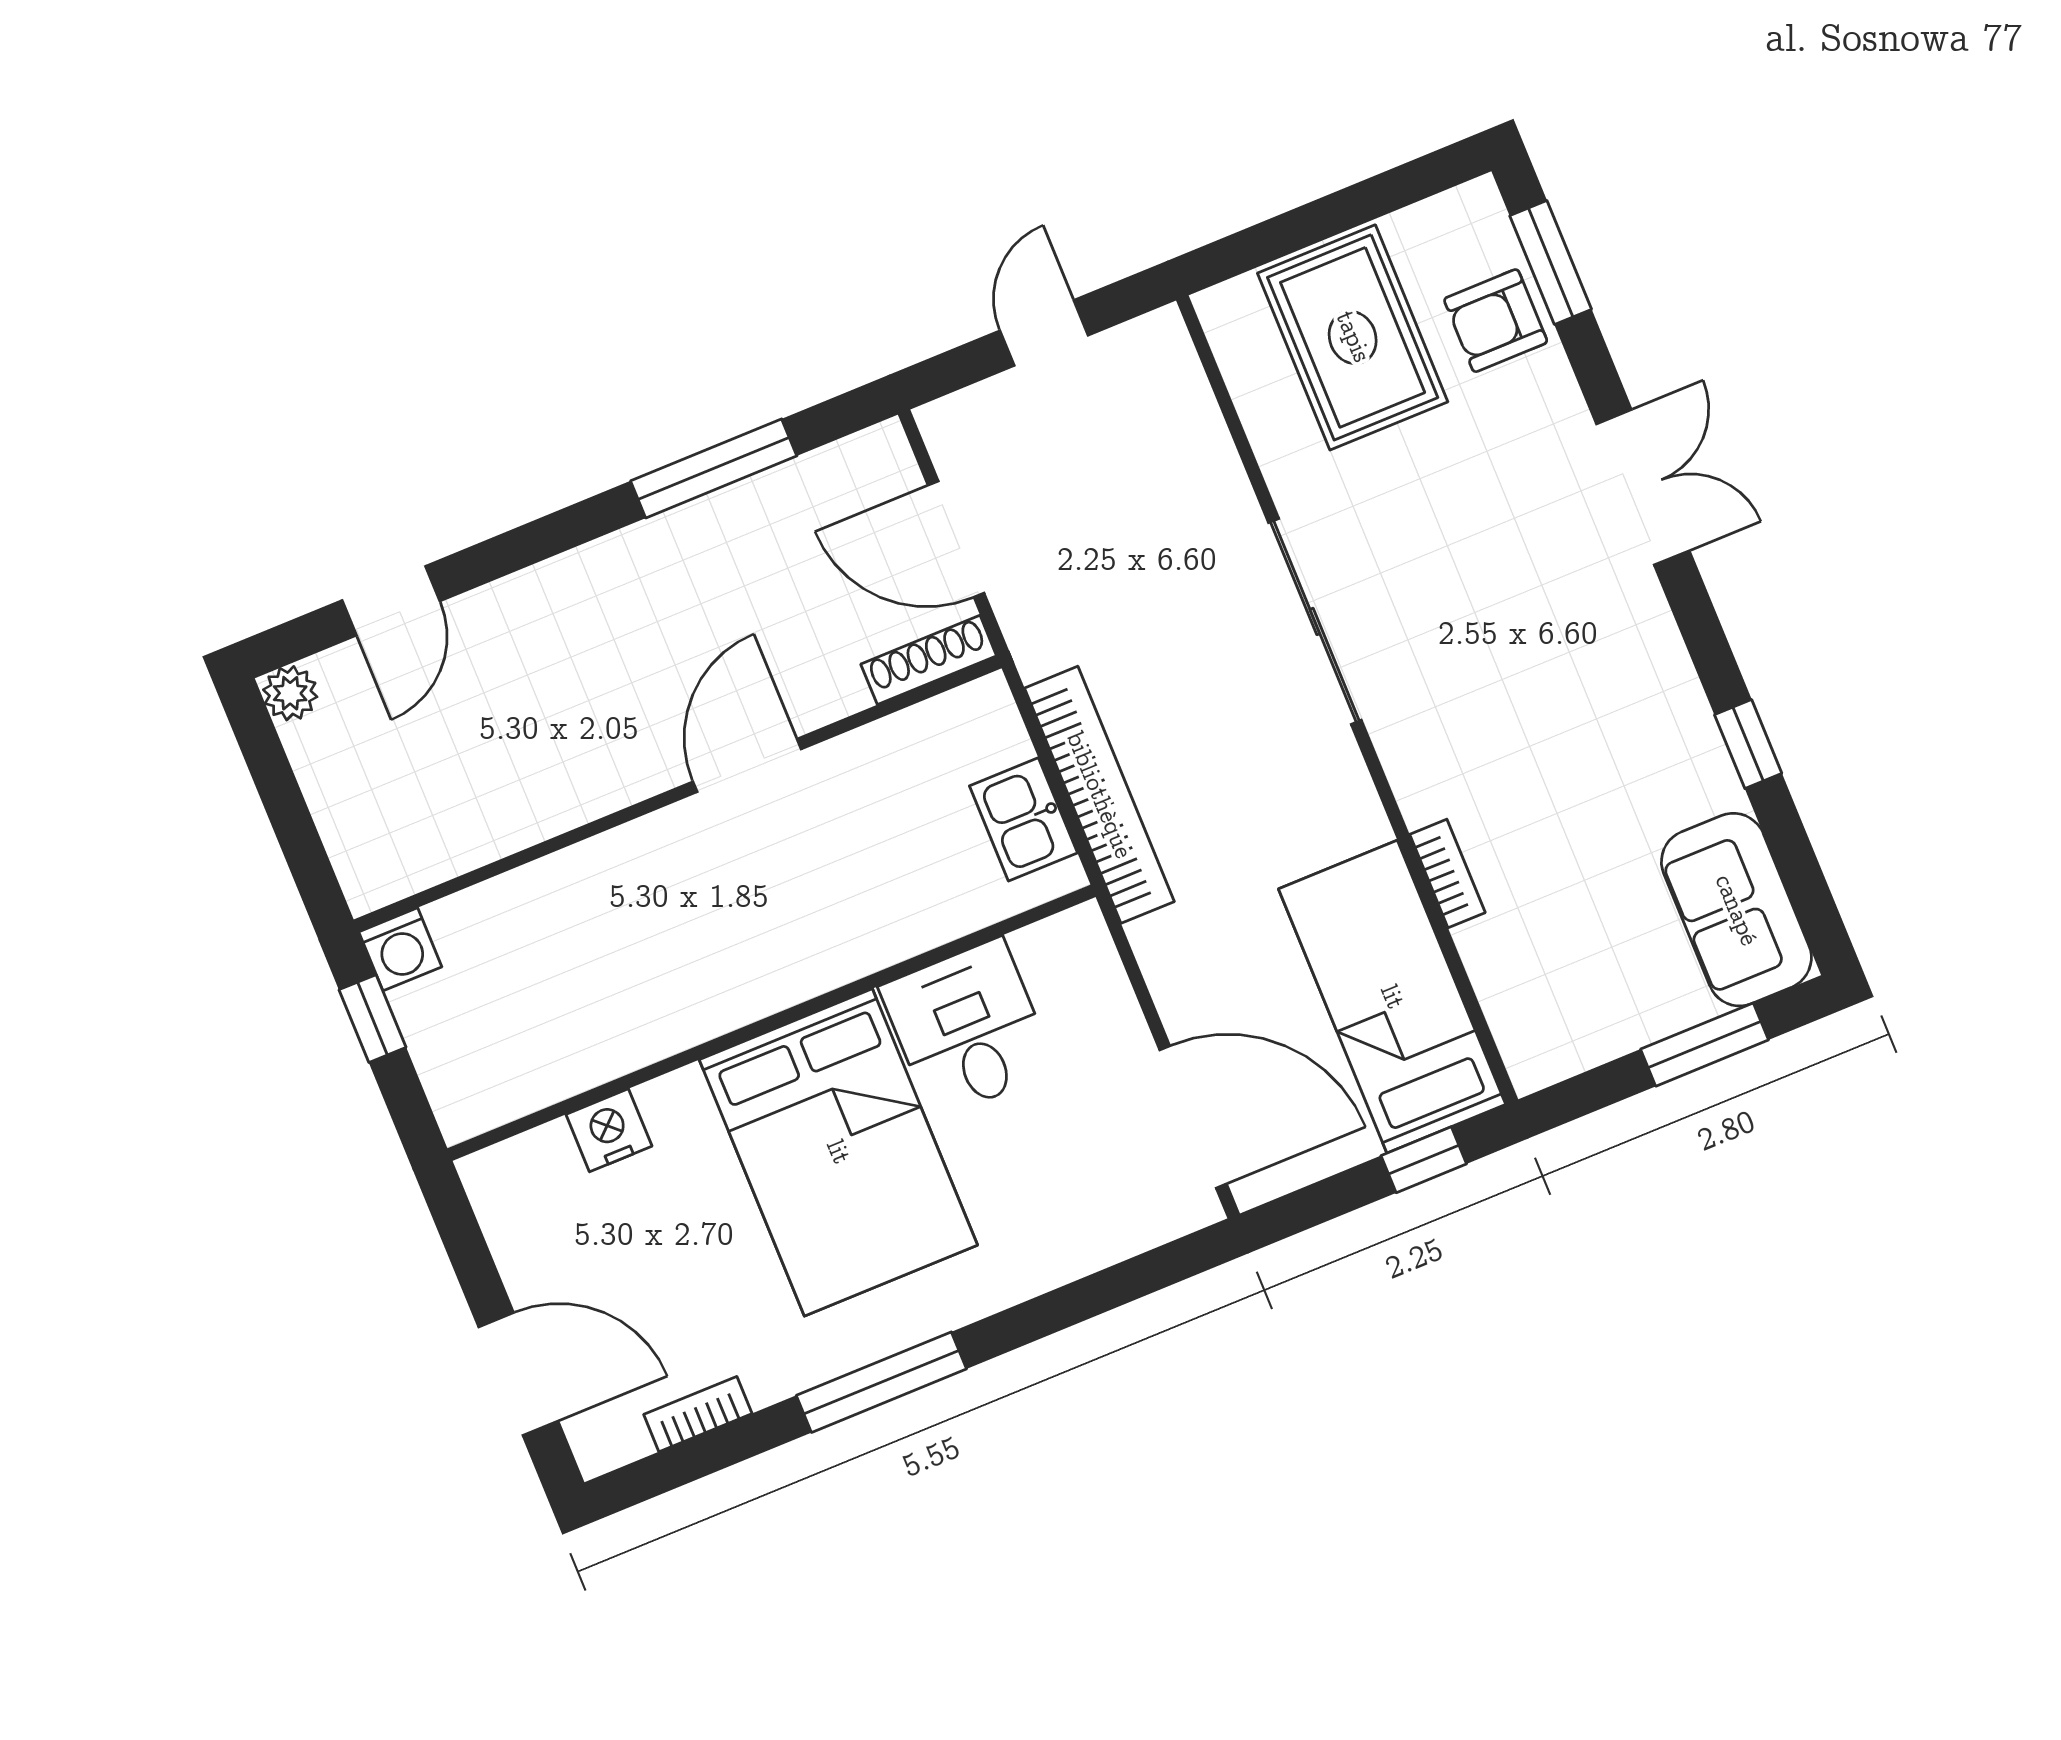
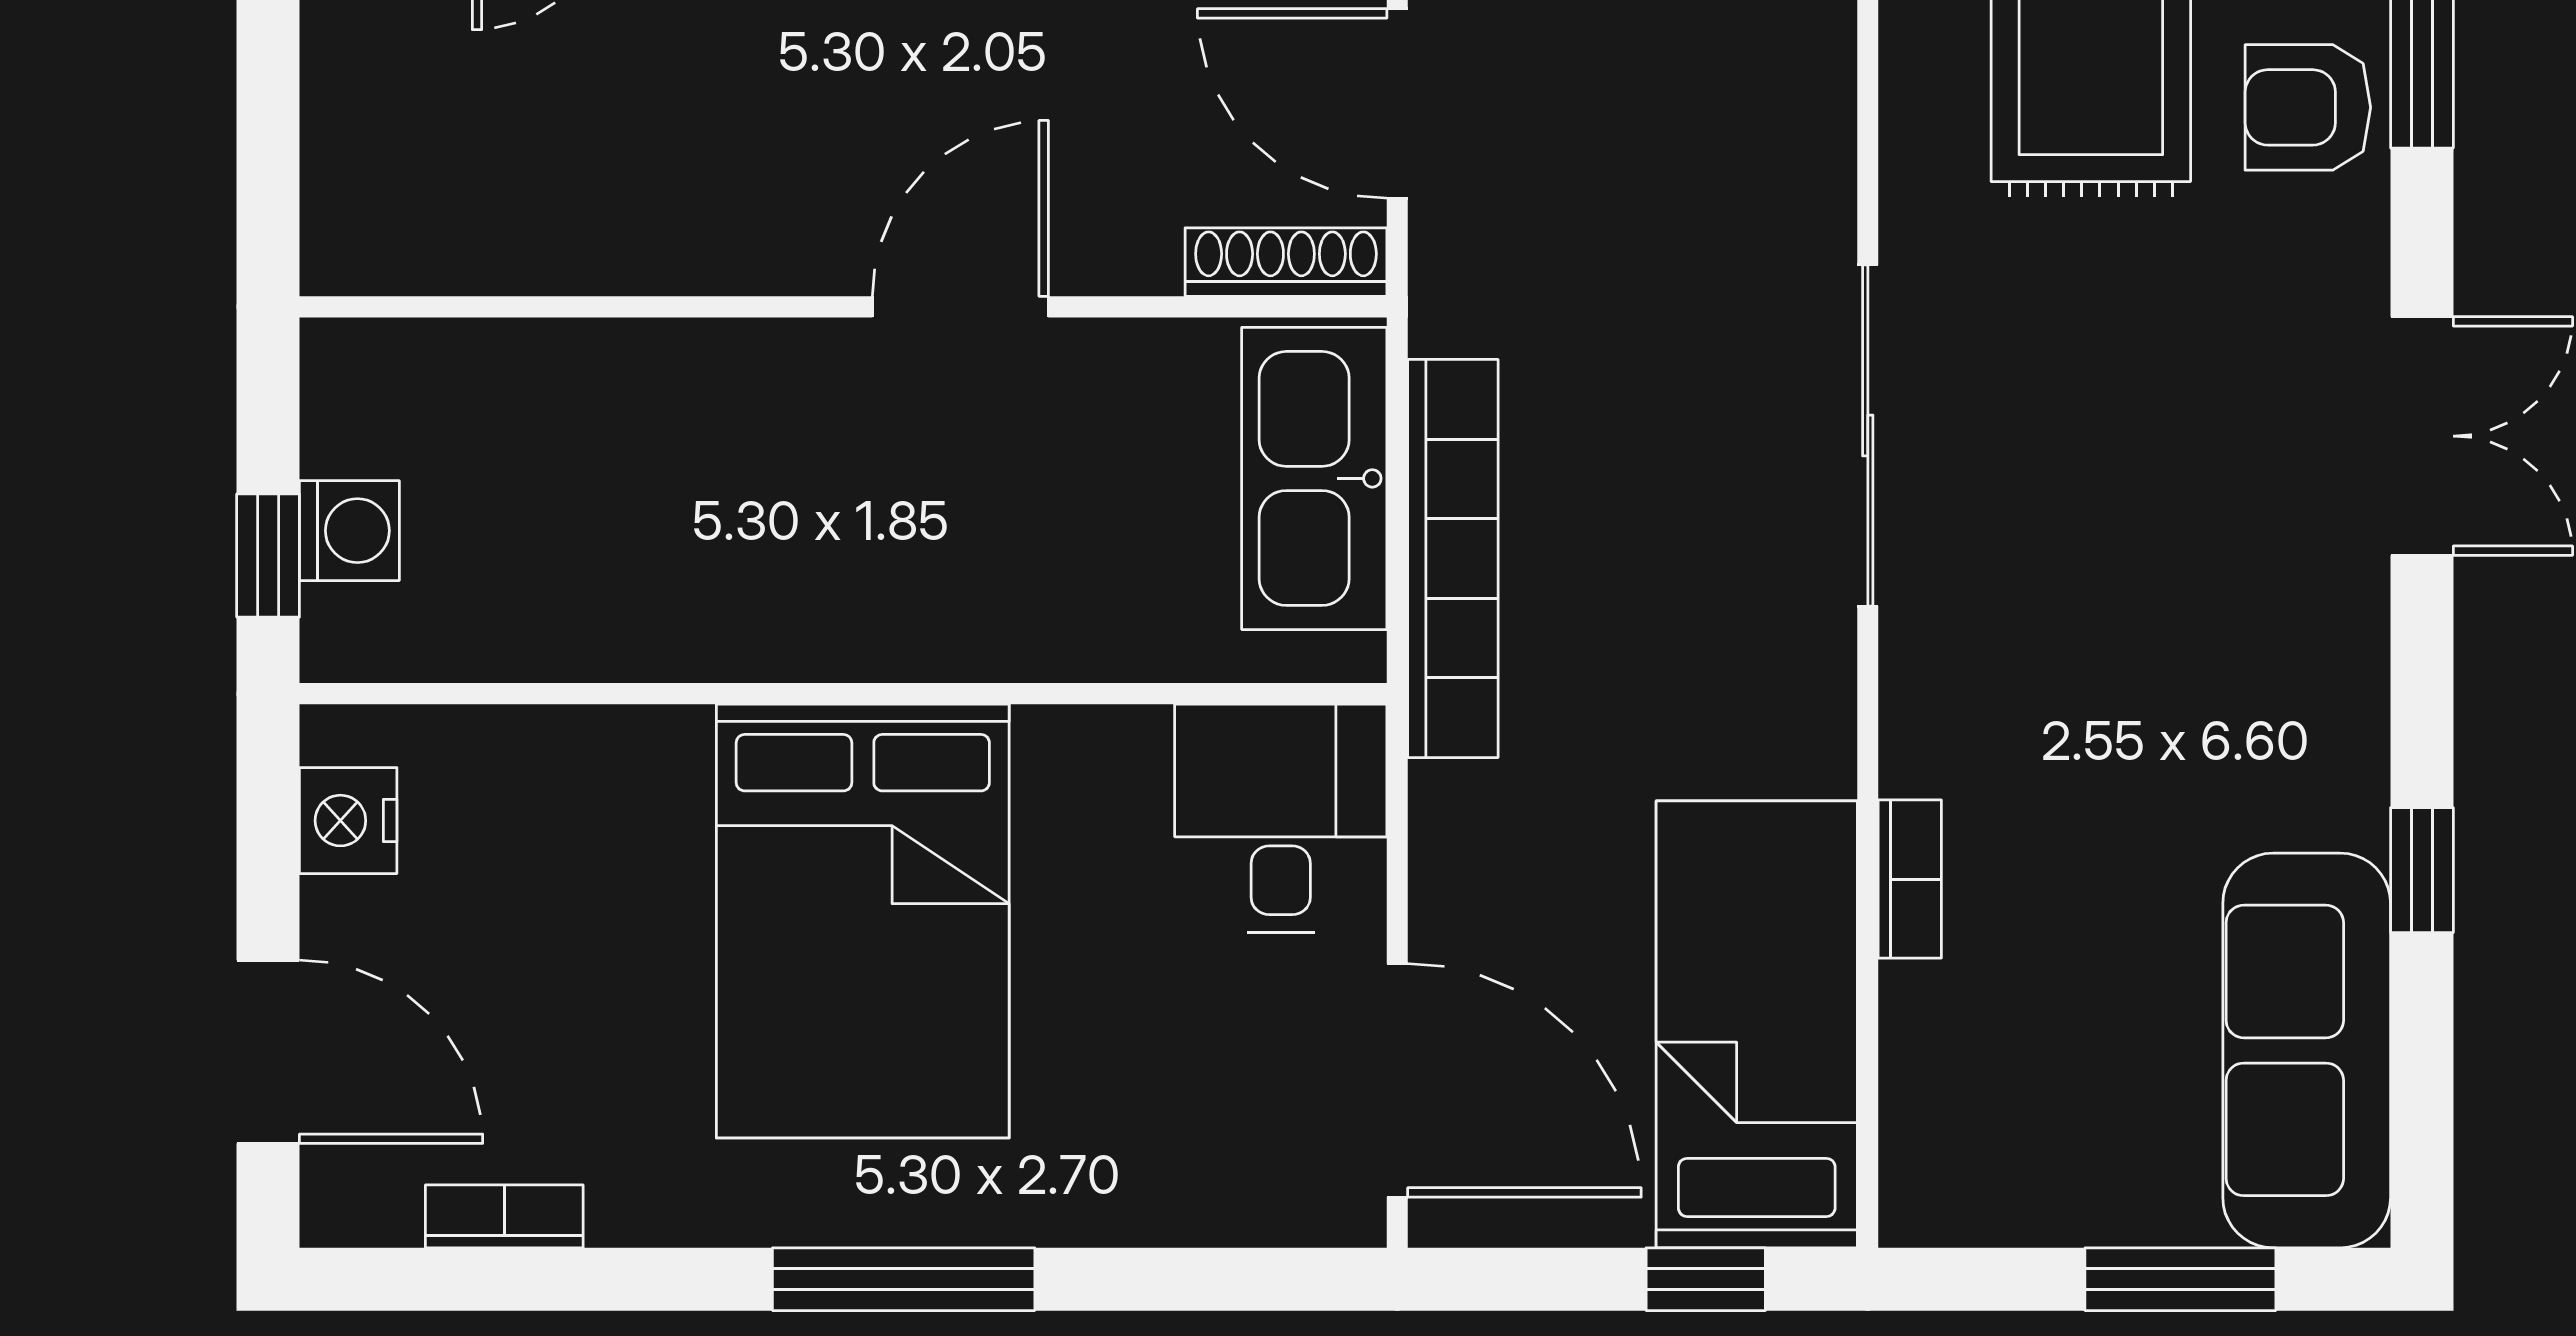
kitchen sink: (1023, 819) -> (1314, 478), width x1.87, depth x1.24
sofa: (1736, 910) -> (2307, 1050), width x1.36
washing machine: (400, 949) -> (349, 531), moved, turned -90
window: (373, 1019) -> (268, 555), moved
desk: (968, 1028) -> (1281, 819), moved
nightstand: (609, 1130) -> (348, 821), moved, turned -90
window: (881, 1382) -> (904, 1279), moved

